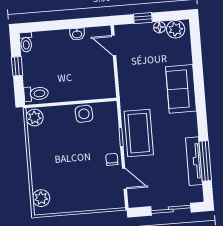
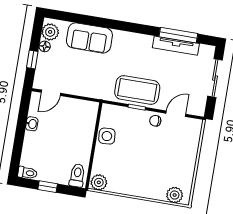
sofa: (181, 89) -> (89, 38), moved

